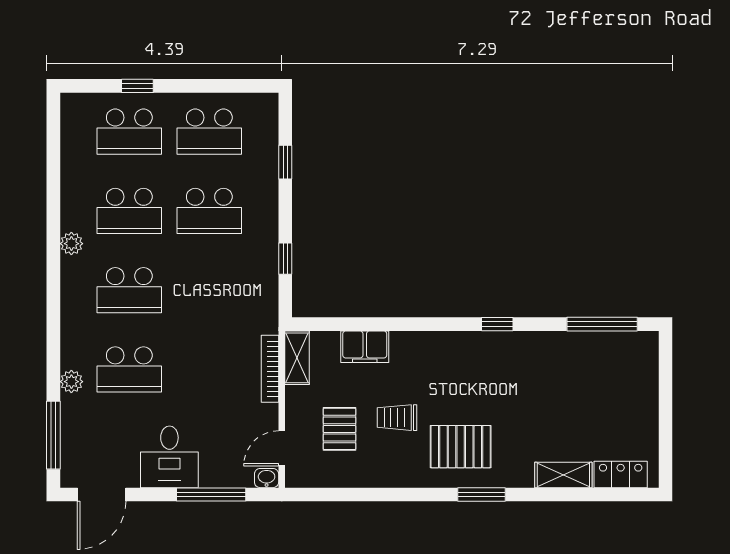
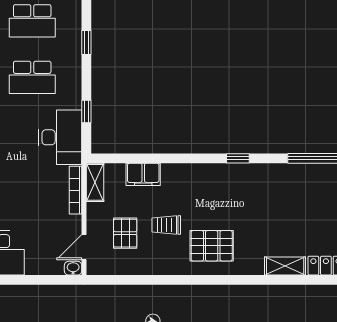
desk: (248, 295) -> (60, 137), added
window: (211, 494) -> (34, 280), removed
window: (481, 494) -> (227, 280), removed

